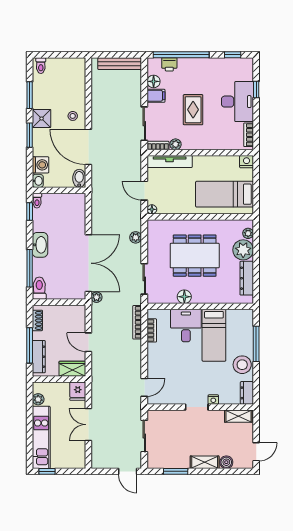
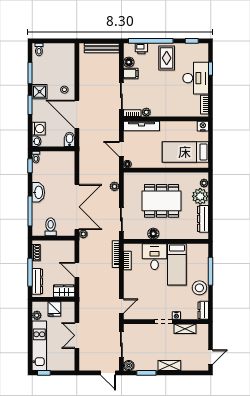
rug: (193, 110) -> (167, 58), moved
toilet: (39, 288) -> (51, 227), moved
fridge: (78, 391) -> (54, 309), moved
shelving: (238, 416) -> (185, 329), moved
boiler: (226, 462) -> (129, 366), moved

